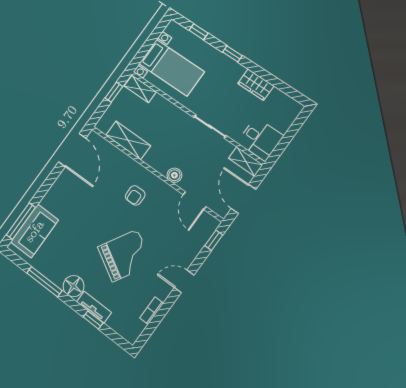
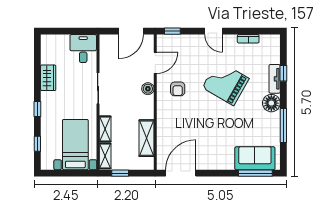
shelving: (246, 162) -> (105, 129), moved
armchair: (135, 195) -> (178, 89), moved, turned 90

